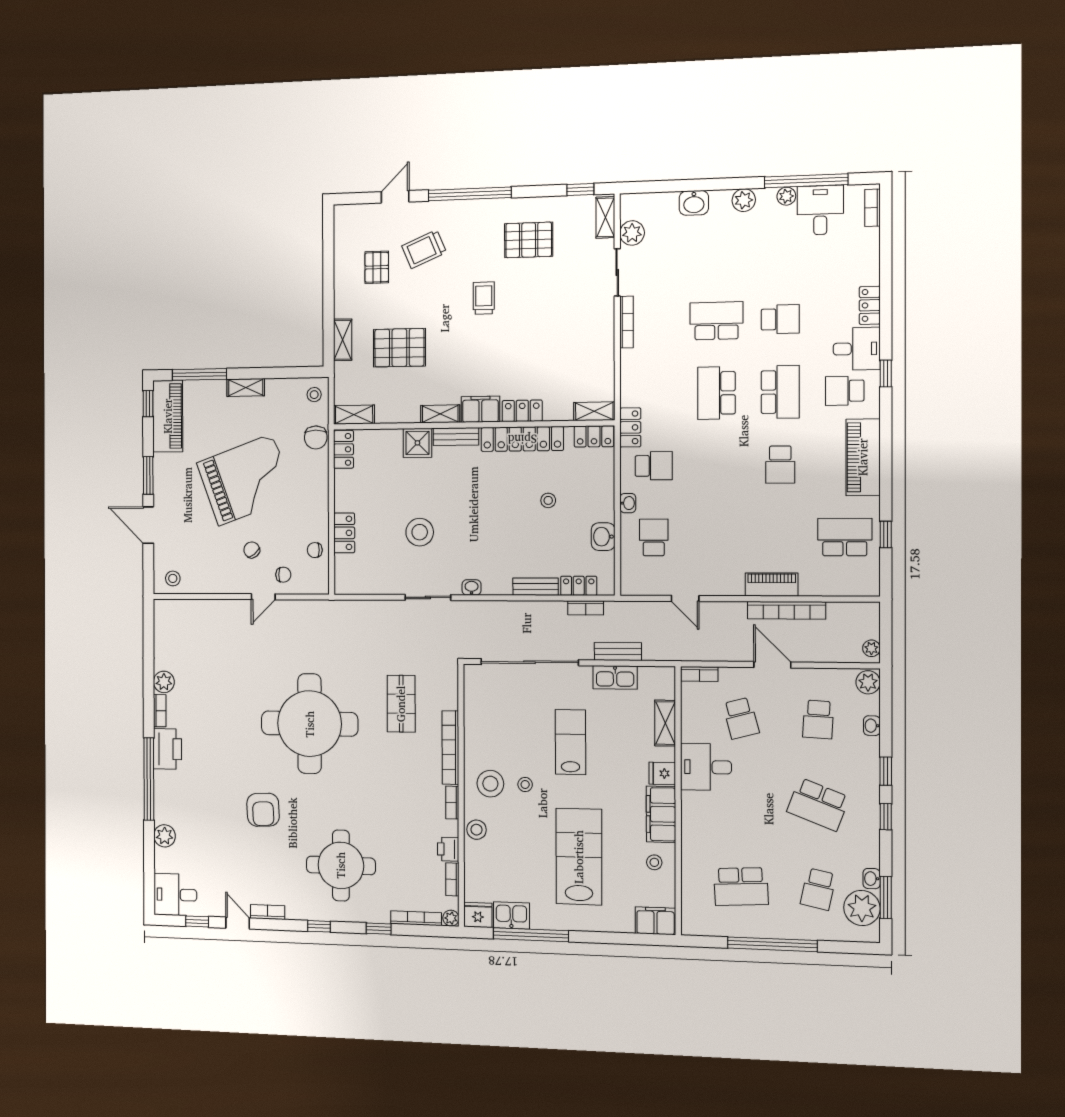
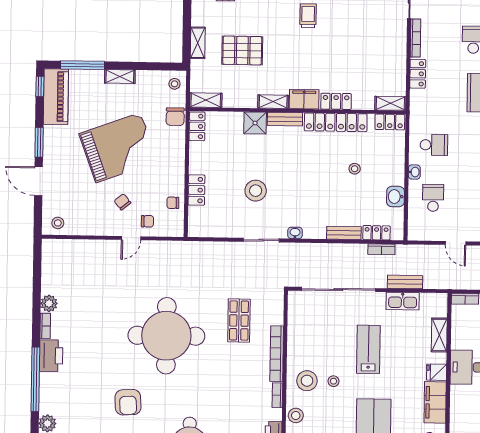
locker: (630, 427) -> (418, 74), moved

